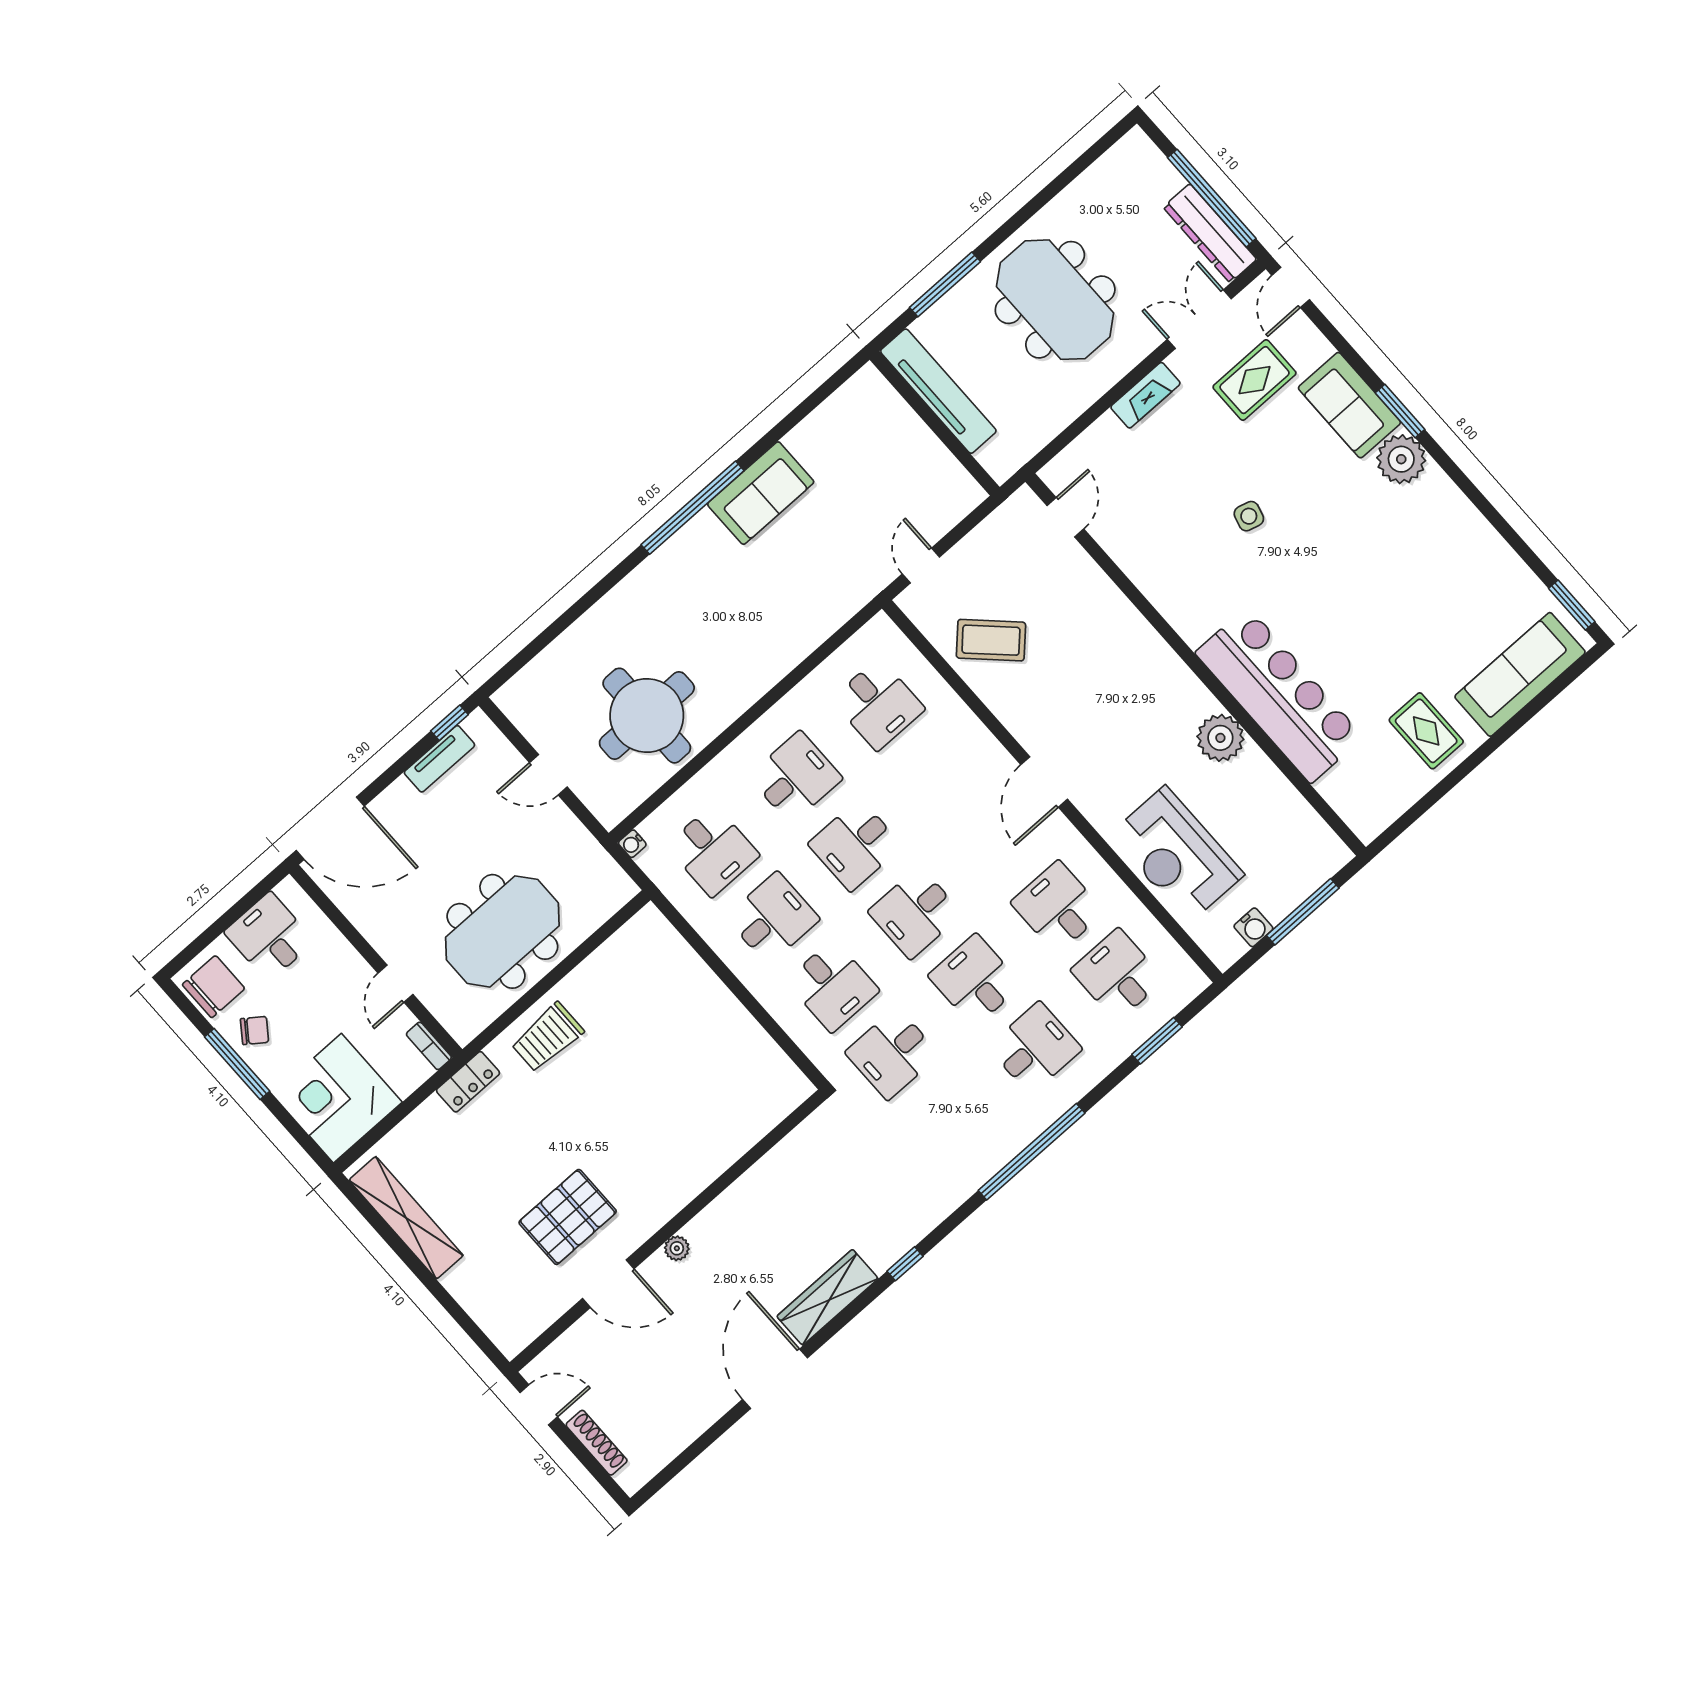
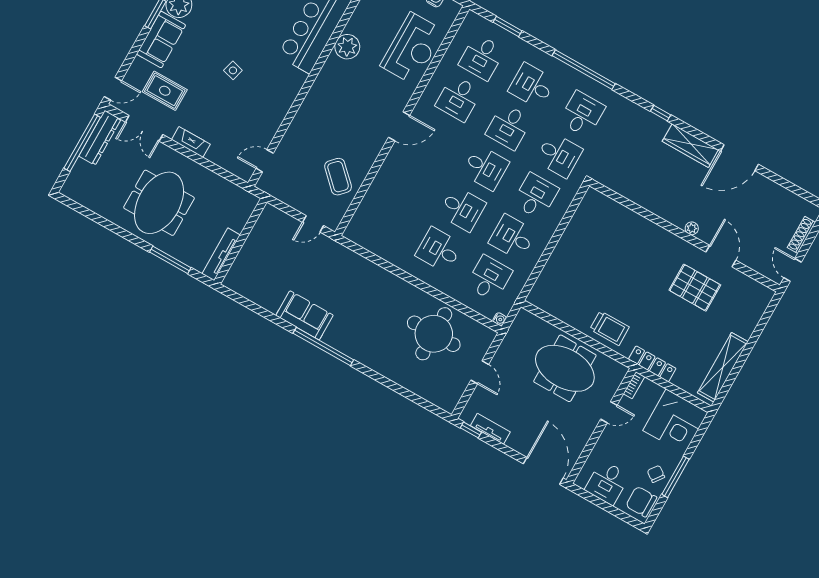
tv unit: (938, 391) -> (221, 254), width x0.73, depth x0.78
desk: (878, 704) -> (582, 114), moved
locker: (468, 1082) -> (652, 364), width x1.53

